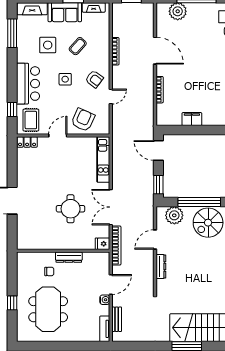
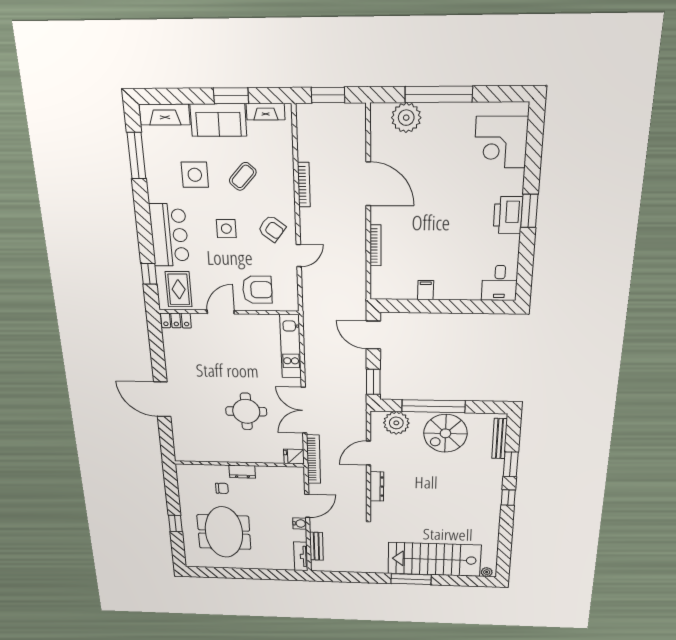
filing cabinet: (192, 119) -> (426, 290), width x0.50
armchair: (83, 120) -> (257, 290), turned 66
dresser: (69, 257) -> (242, 472), width x0.70

